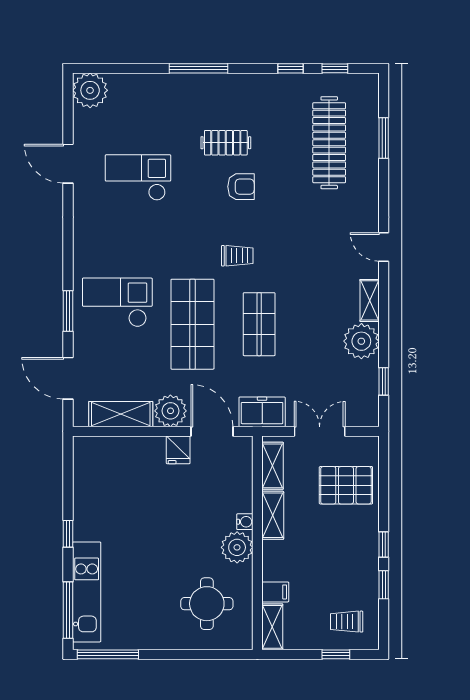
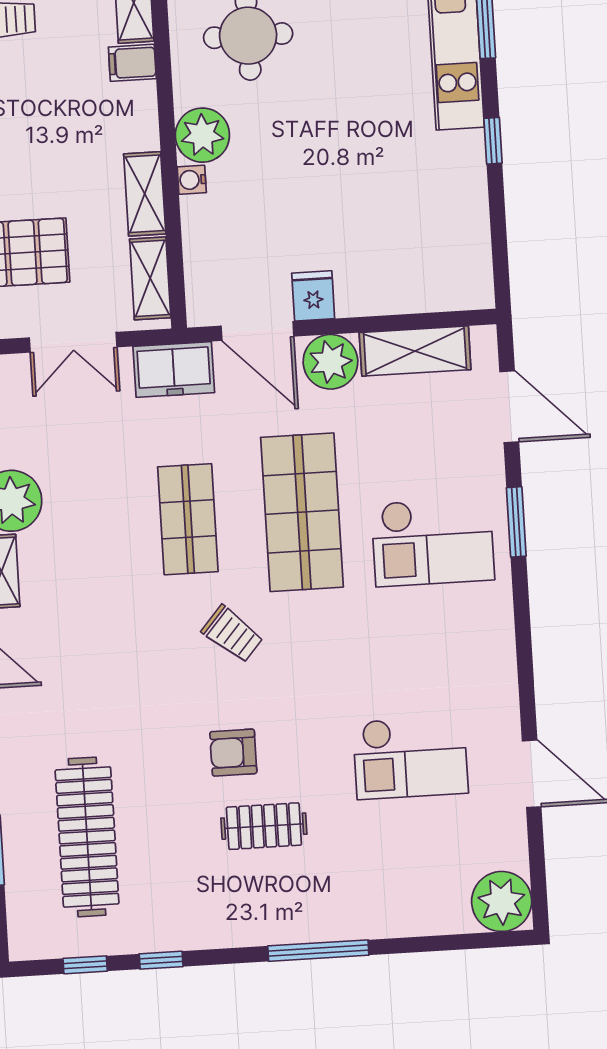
trolley: (237, 256) -> (232, 634), turned -139

